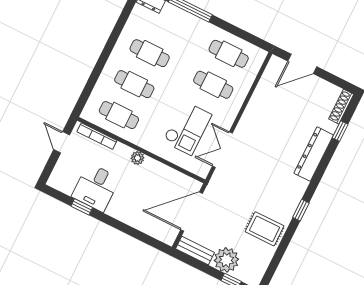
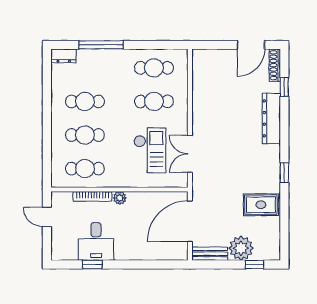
door: (302, 64) -> (251, 45), moved
bookcase: (97, 136) -> (92, 196), moved

